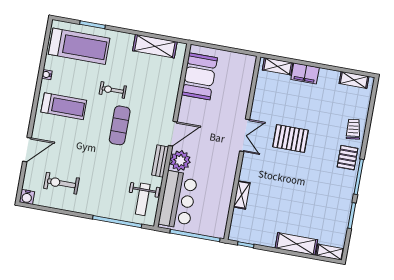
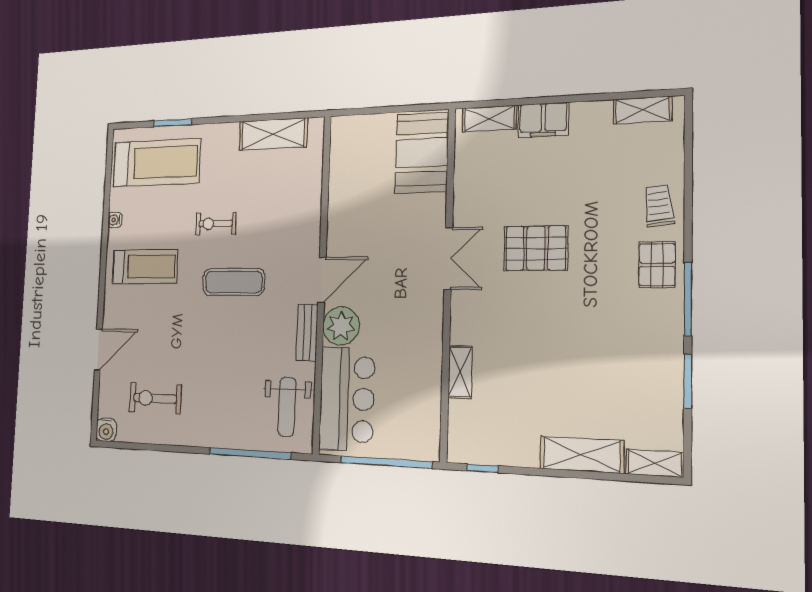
booth: (199, 76) -> (422, 153), moved
exercise mat: (120, 125) -> (234, 282), turned 90

